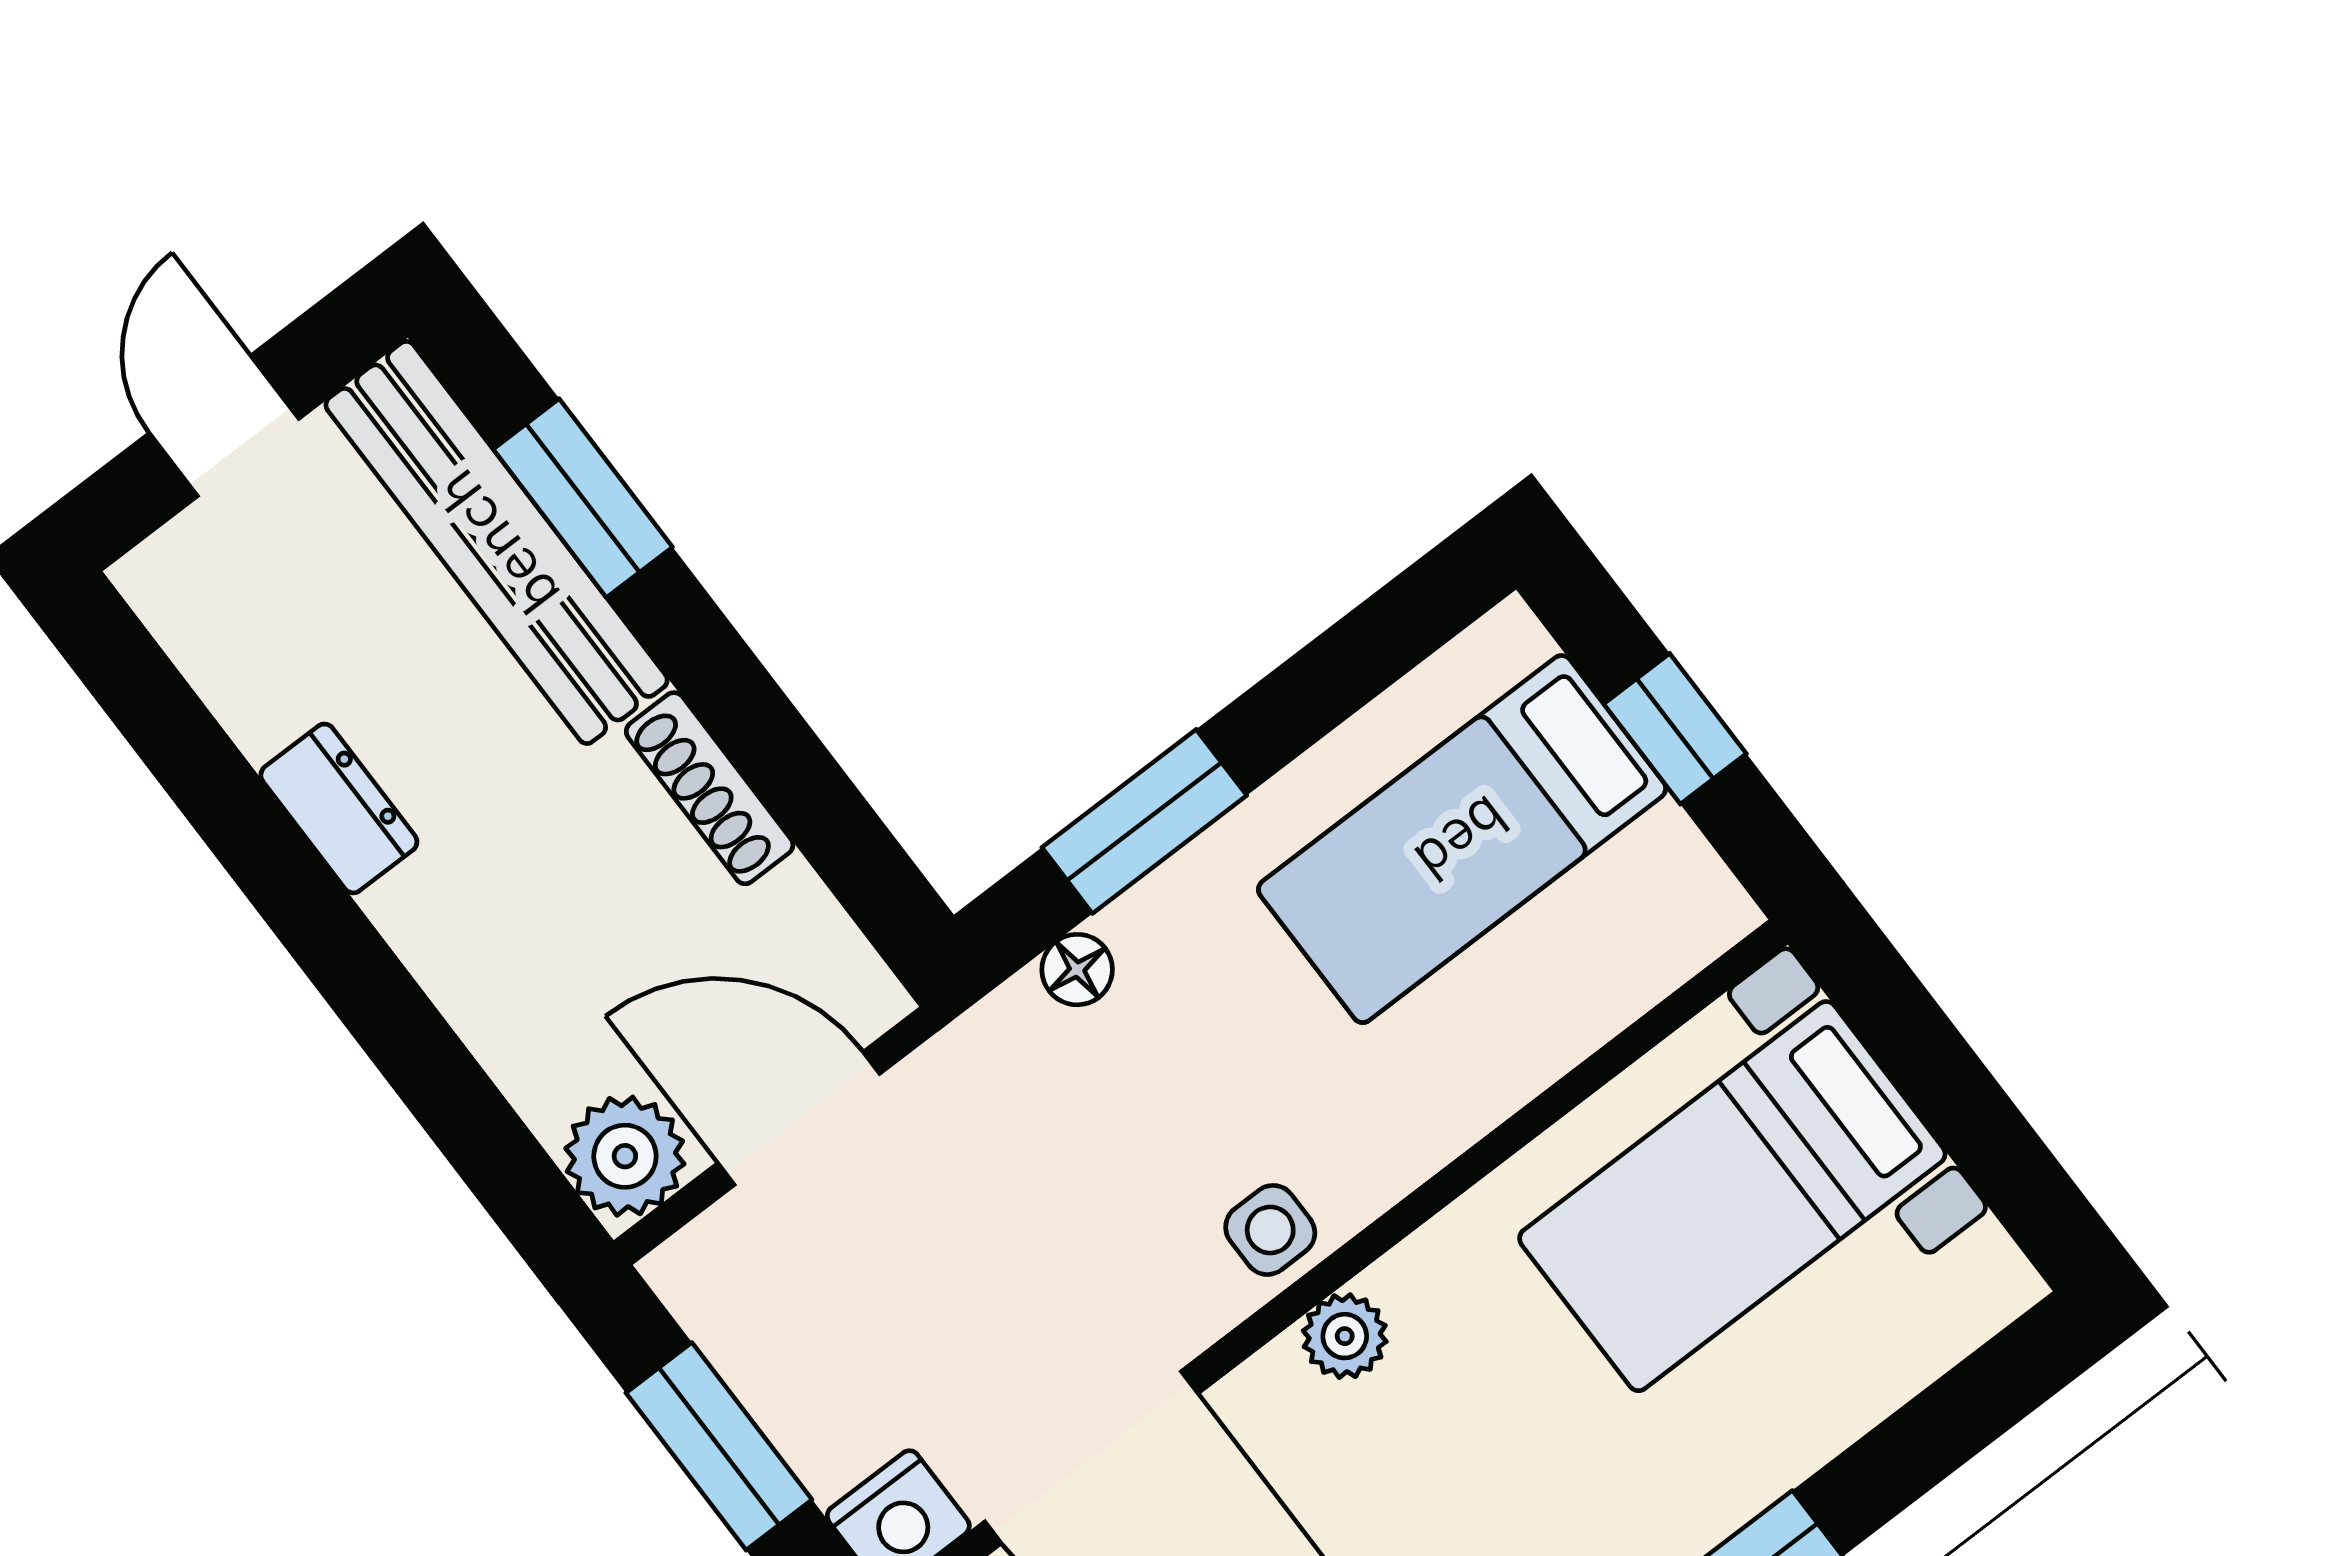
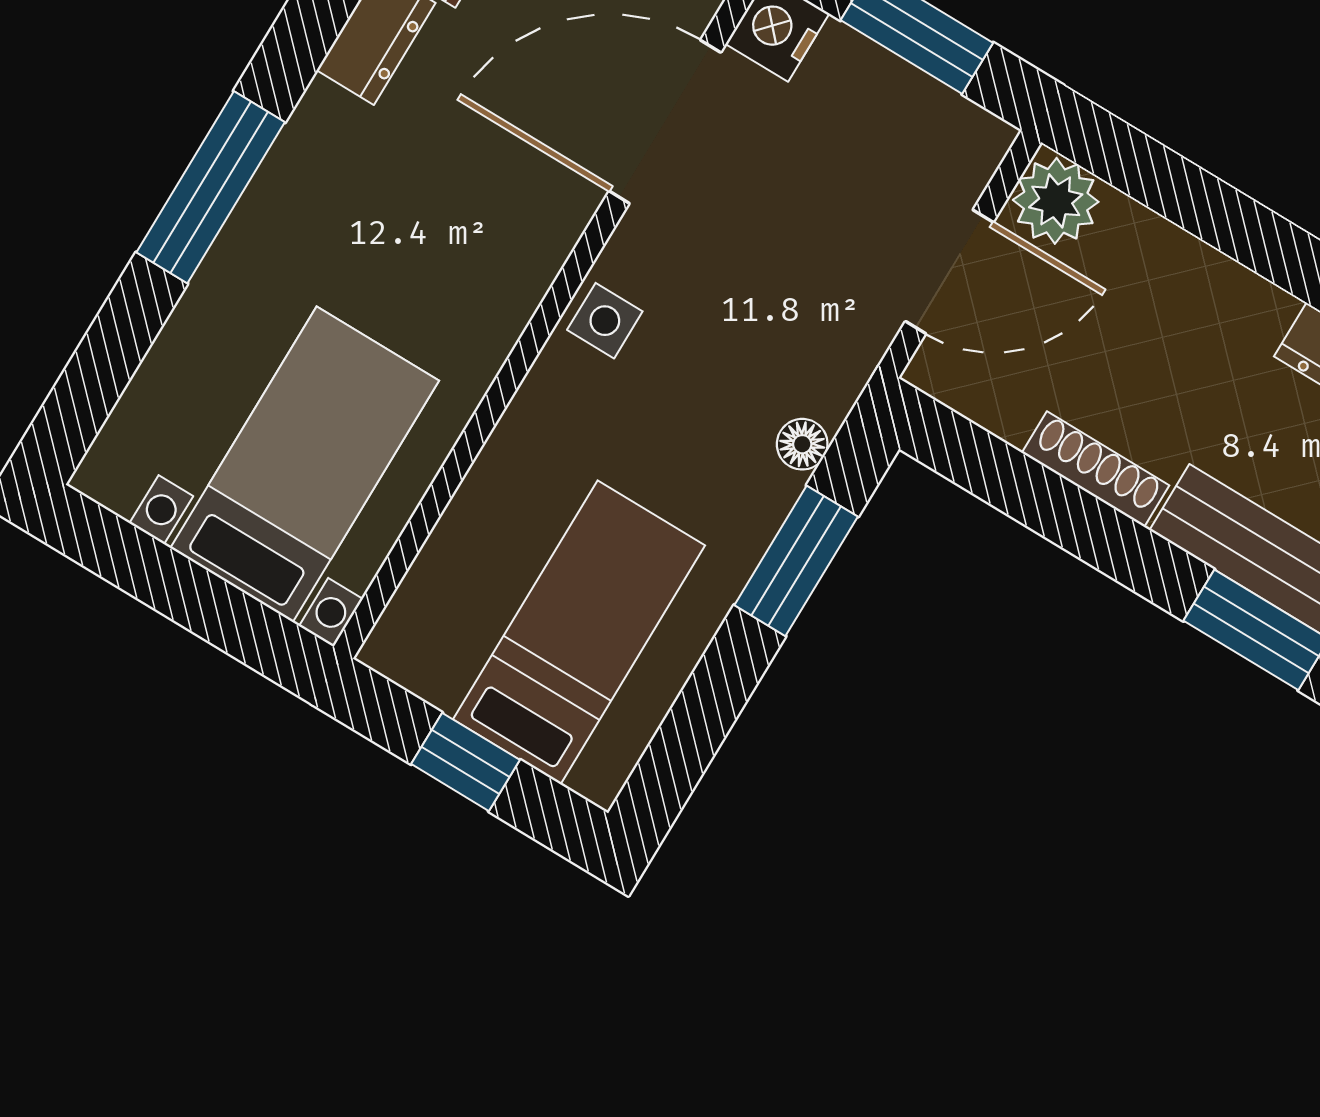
plant: (1345, 1336) -> (527, 269), removed

